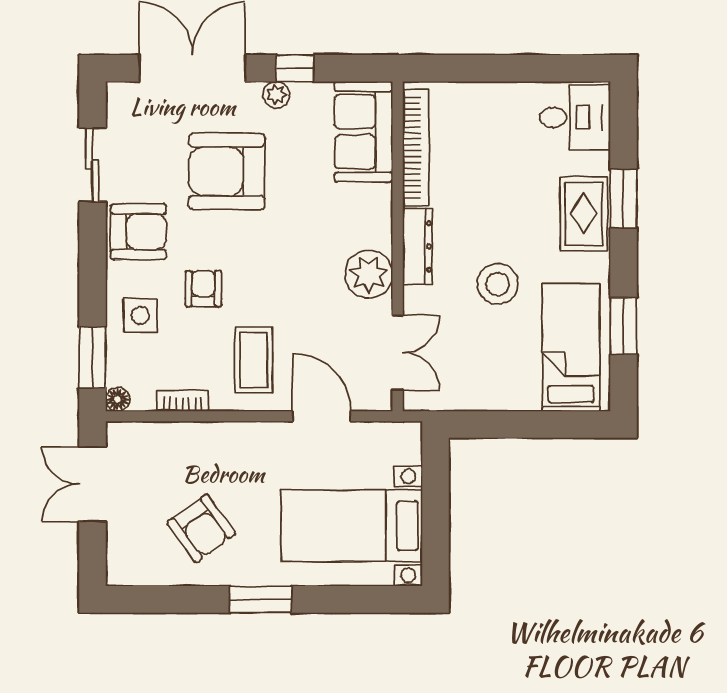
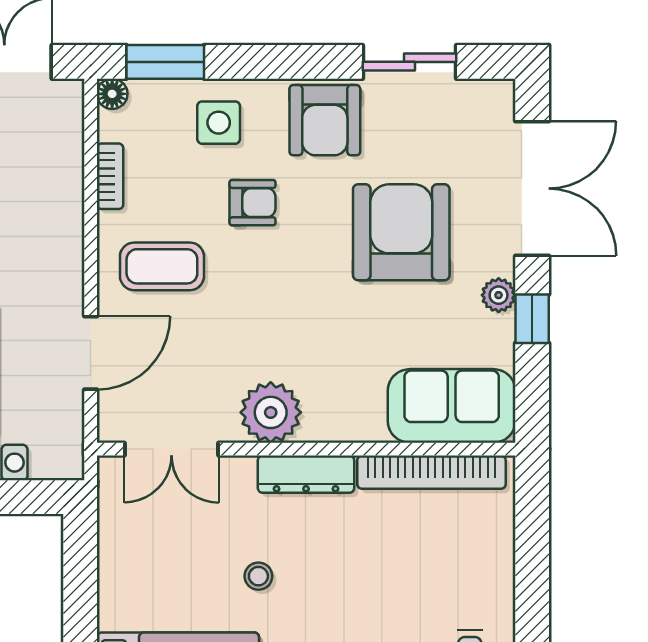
stool: (498, 284) -> (258, 576), width x0.53, depth x0.53

